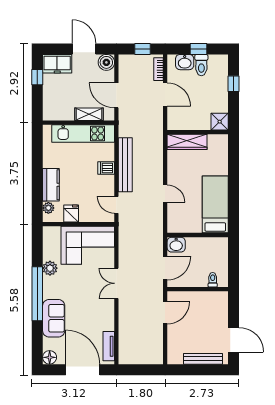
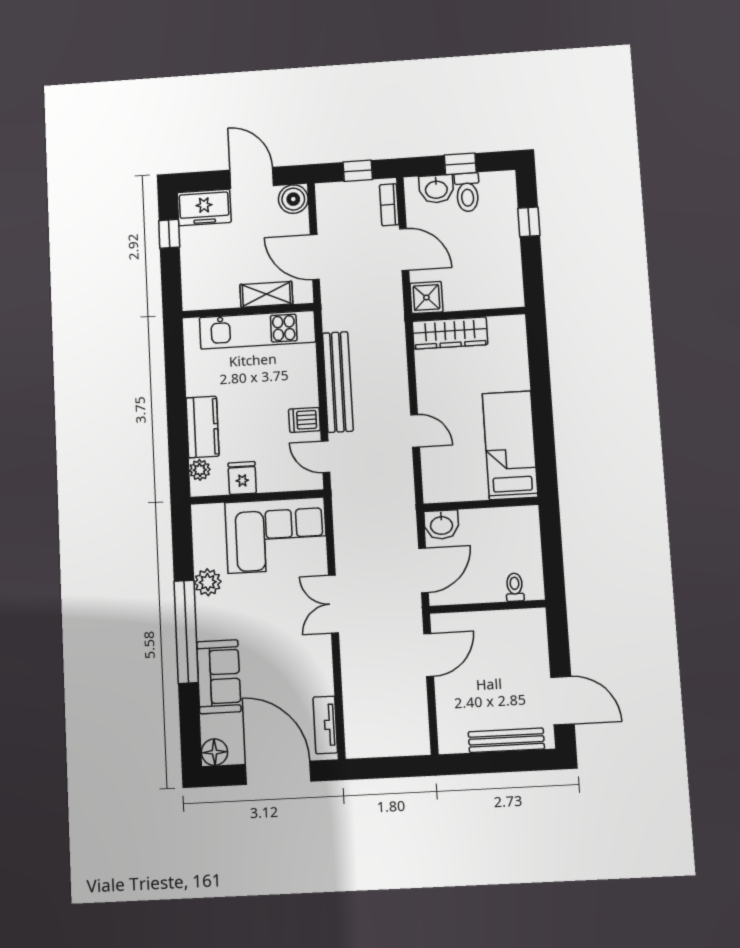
shower: (220, 122) -> (426, 298), moved
dishwasher: (106, 168) -> (304, 420), moved

